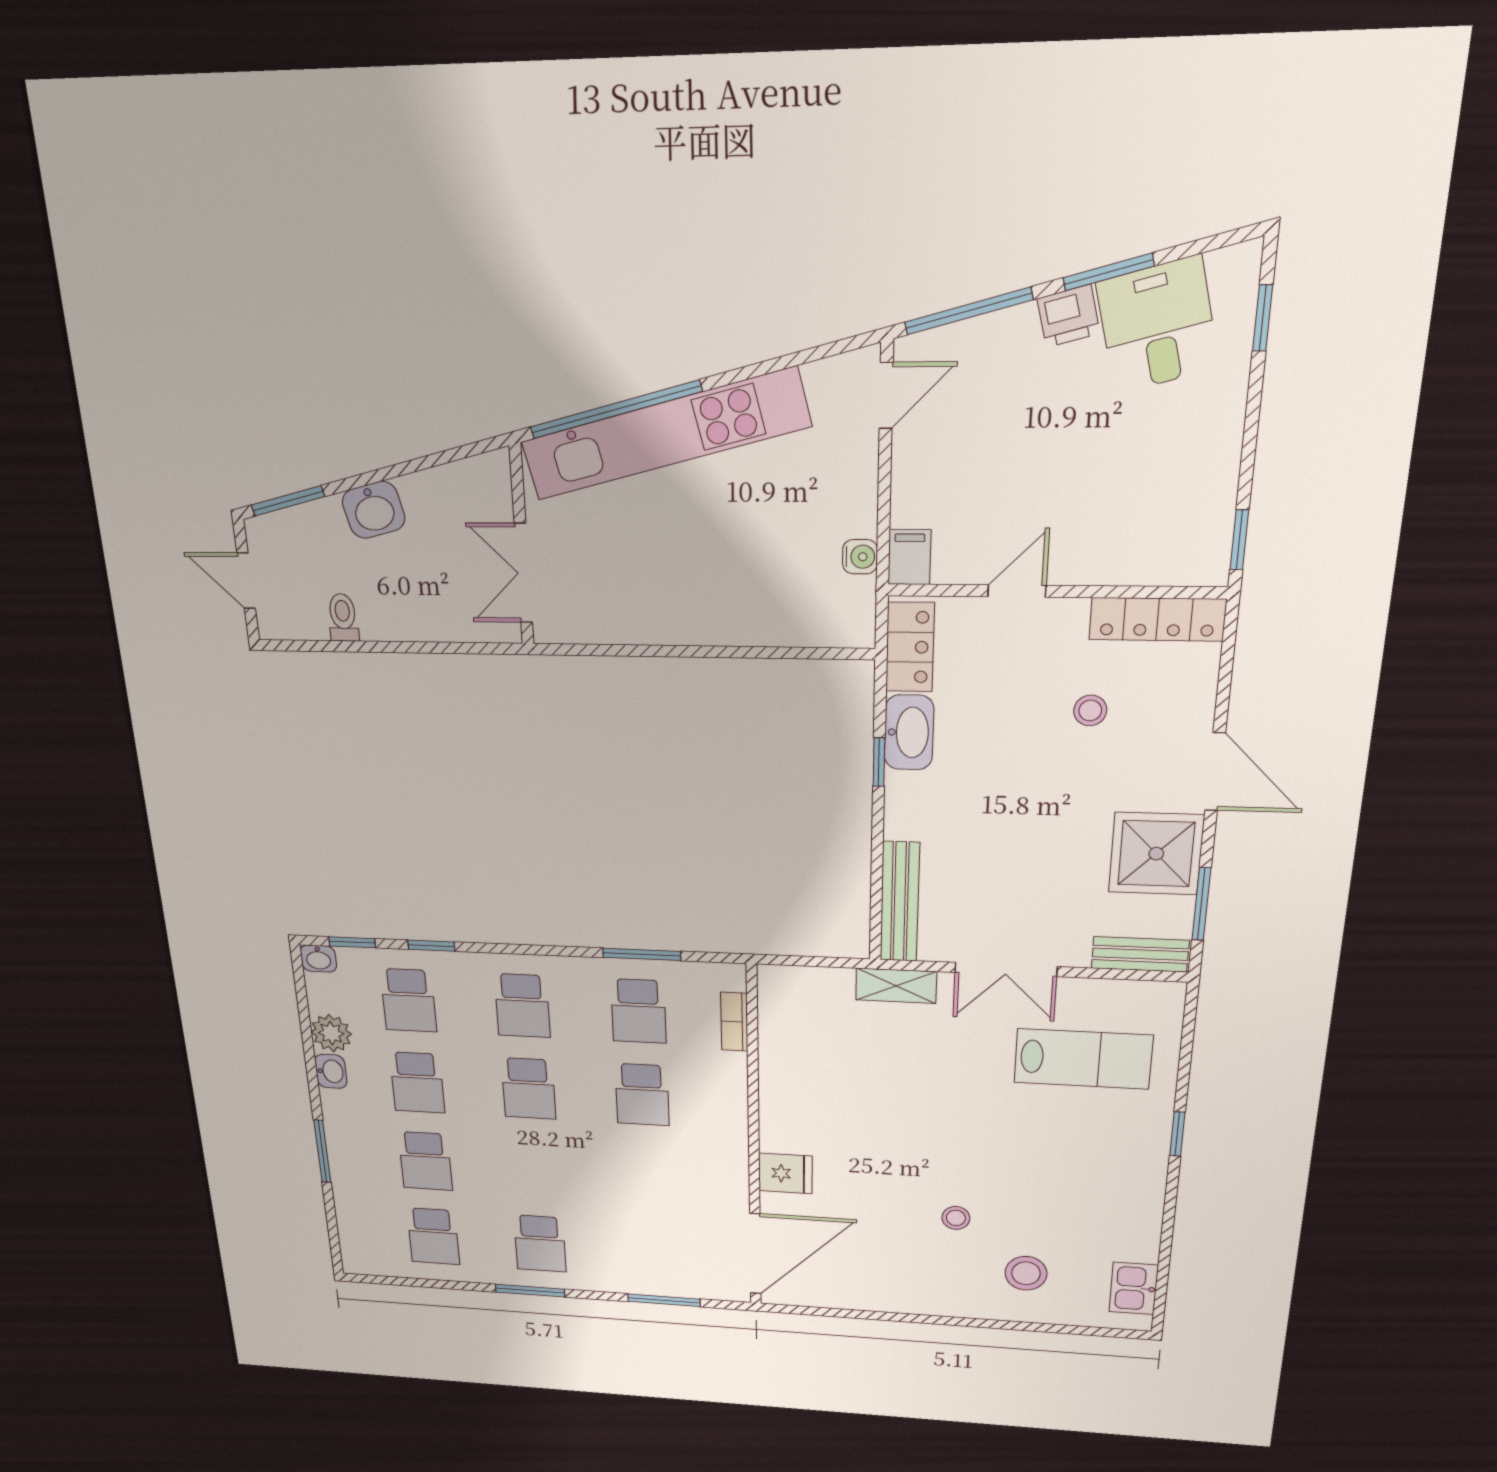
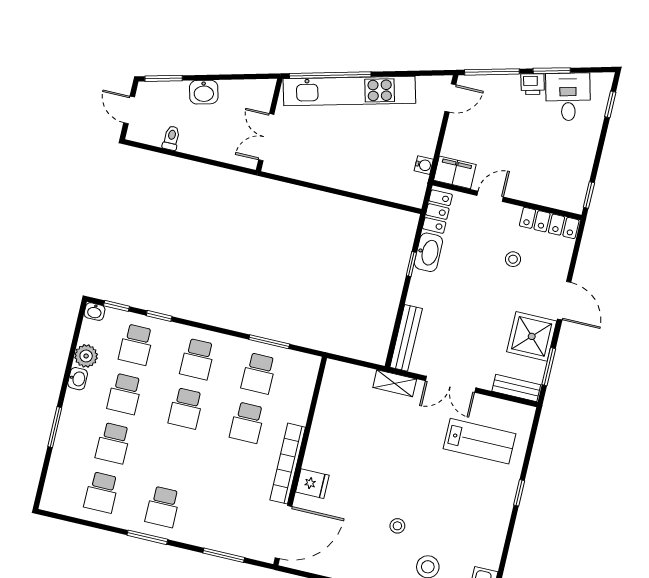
filing cabinet: (909, 557) -> (455, 172), width x2.00
bookcase: (734, 1022) -> (288, 464), moved, width x2.31, depth x1.31

